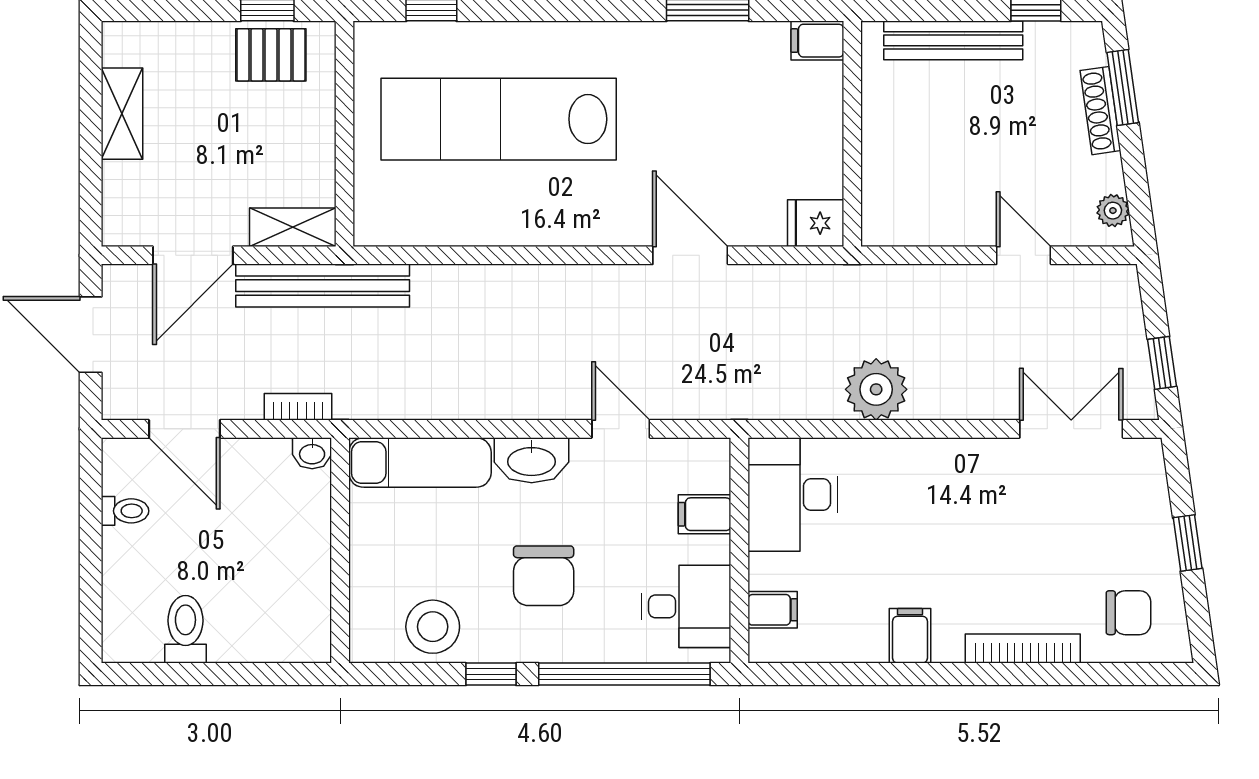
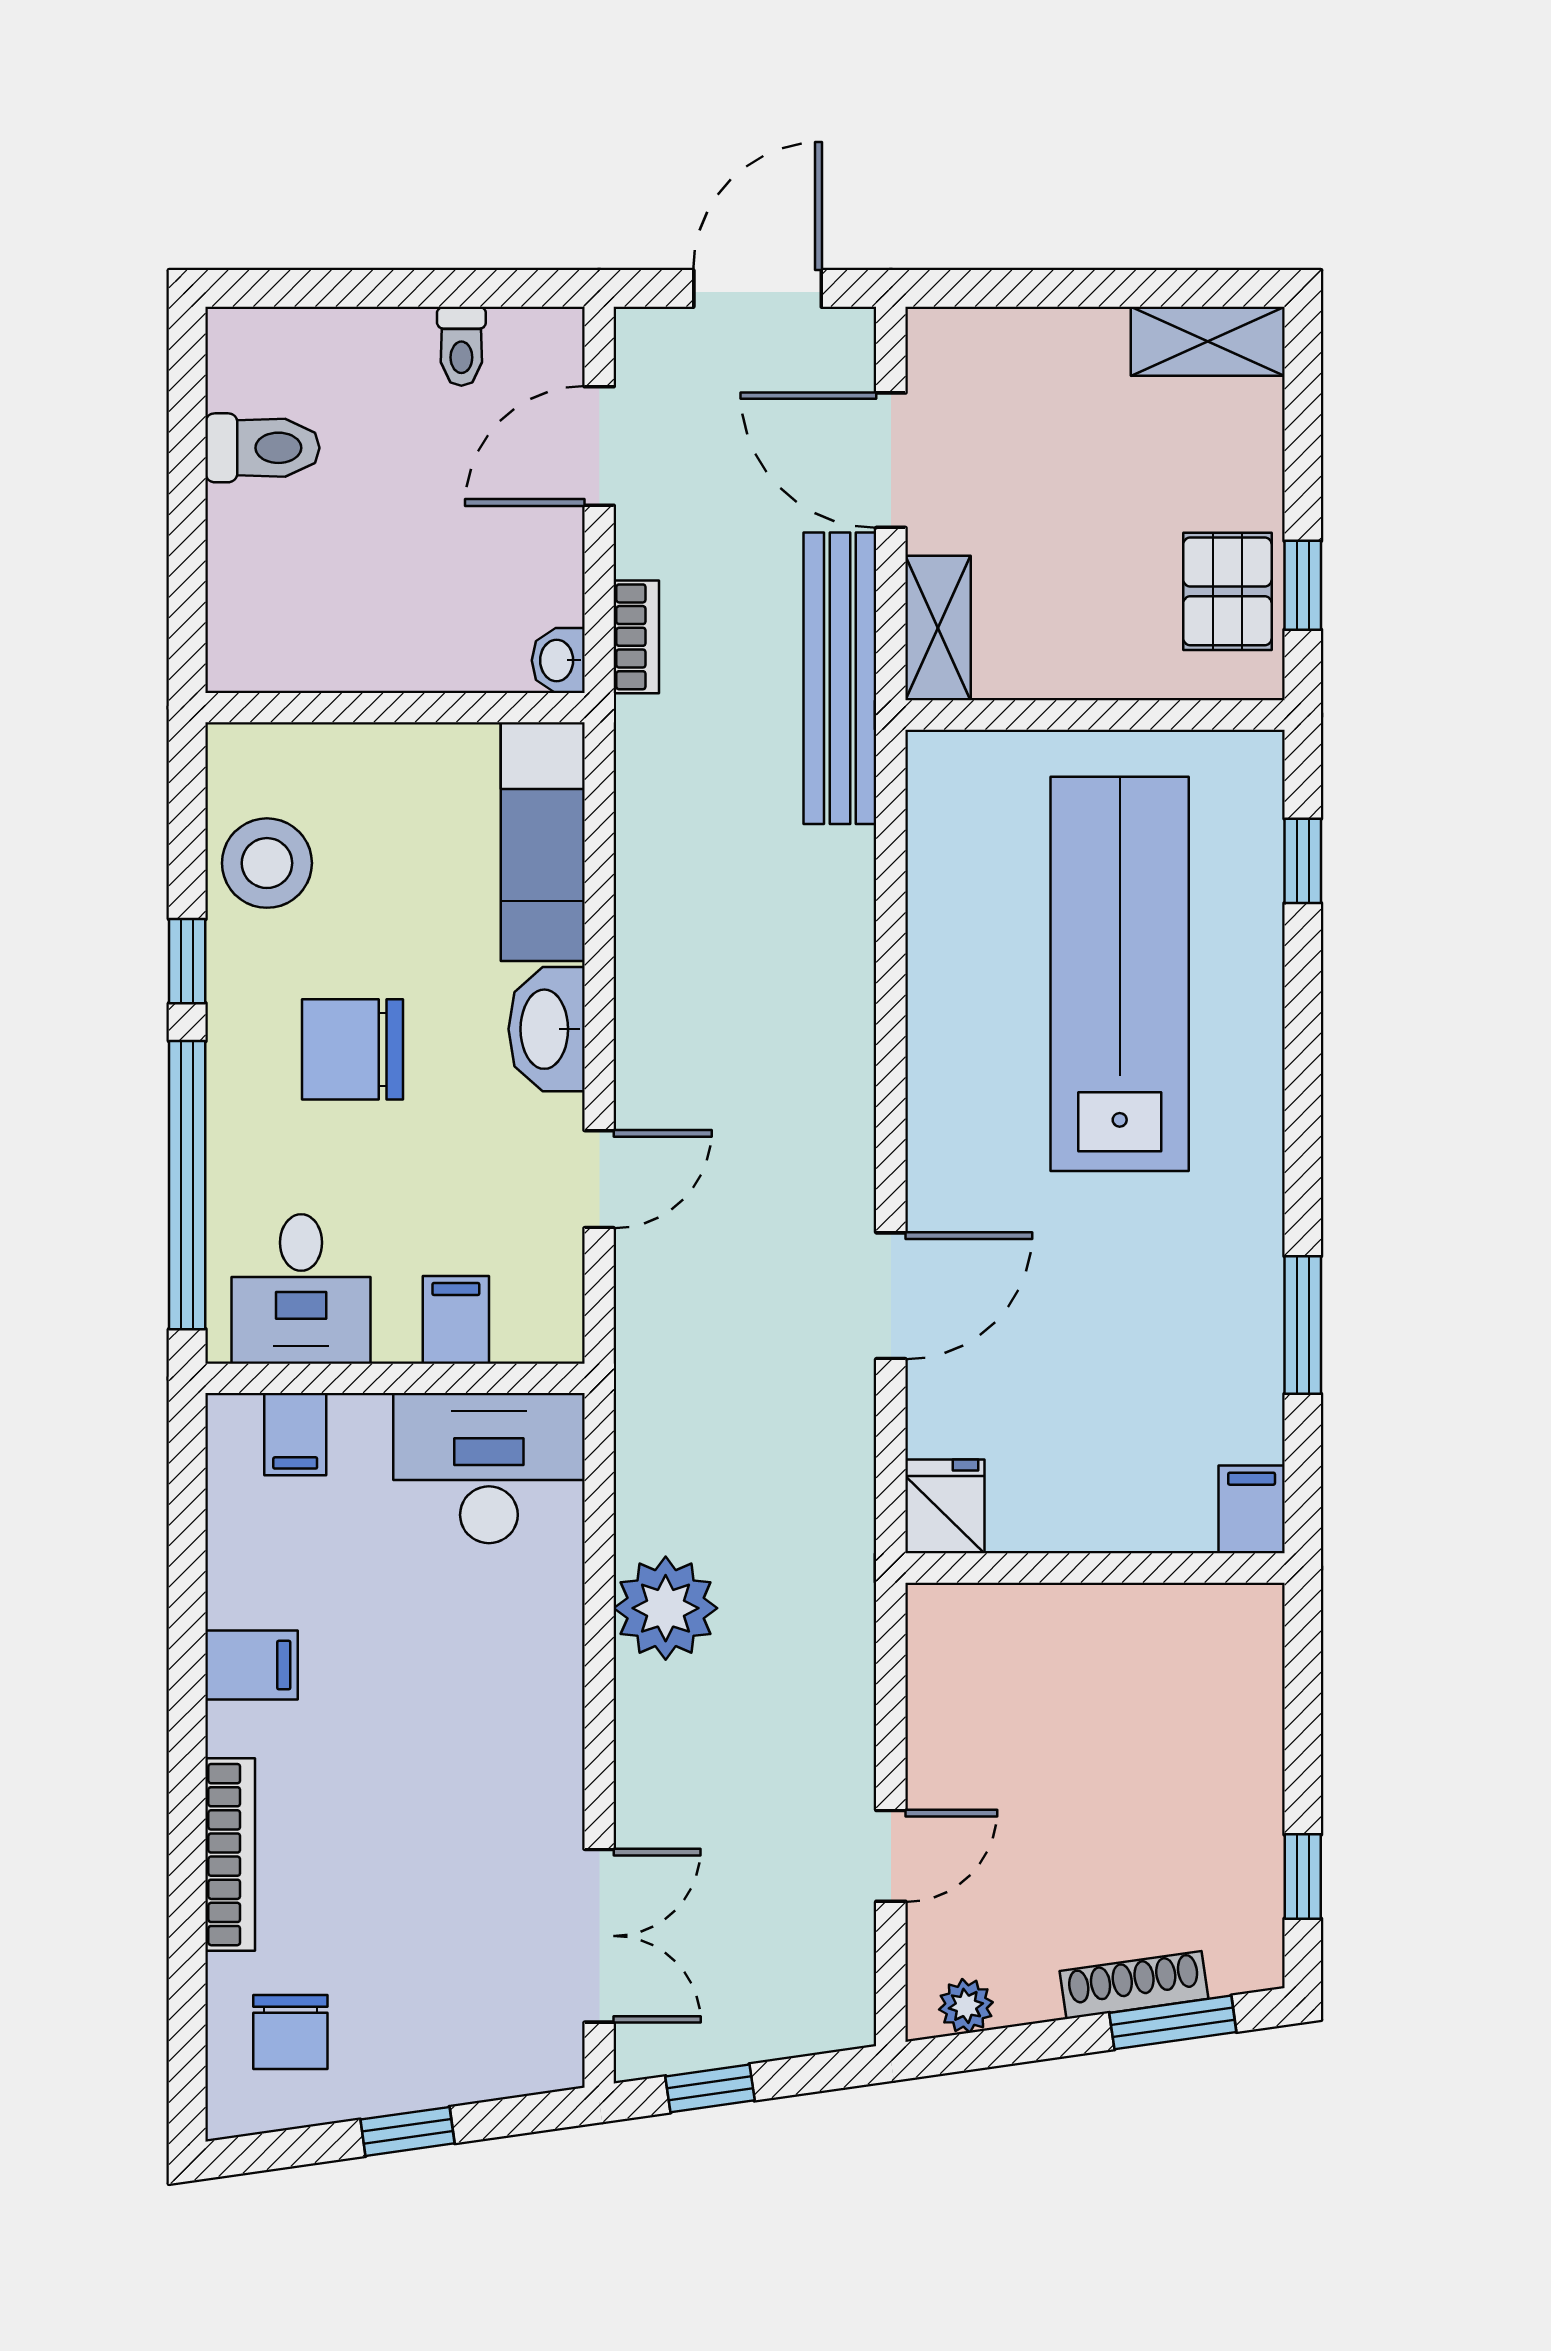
bench: (953, 40) -> (1252, 1738), removed
shelving: (122, 114) -> (1208, 341), moved

